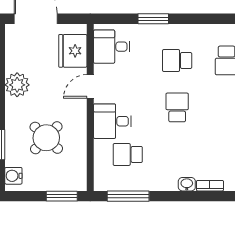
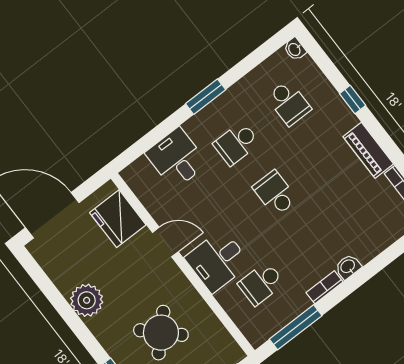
window: (153, 19) -> (206, 97), moved
desk: (112, 47) -> (176, 158), moved, turned 90
door: (90, 86) -> (165, 242), swing flipped
bookcase: (210, 186) -> (325, 287), moved

